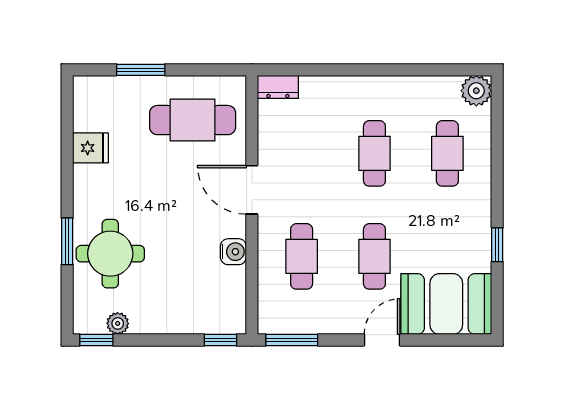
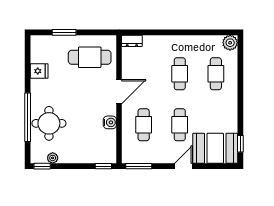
door: (252, 190) -> (119, 92), swing flipped
window: (67, 241) -> (28, 117), width x2.11
window: (497, 245) -> (240, 144), moved

